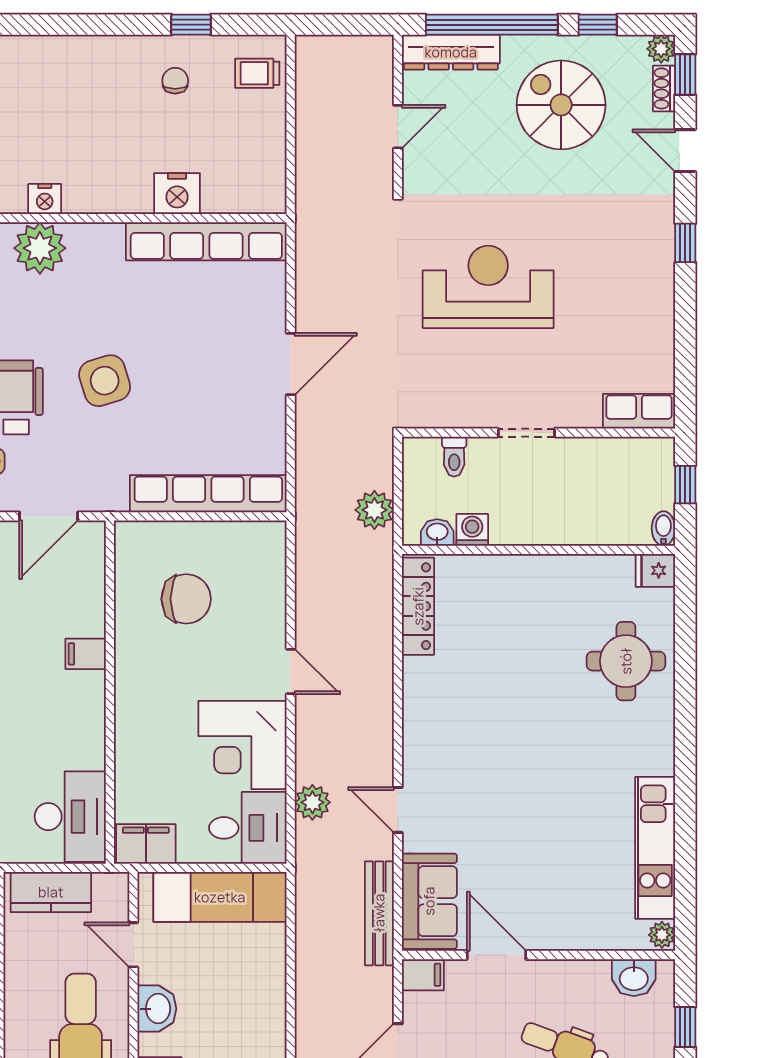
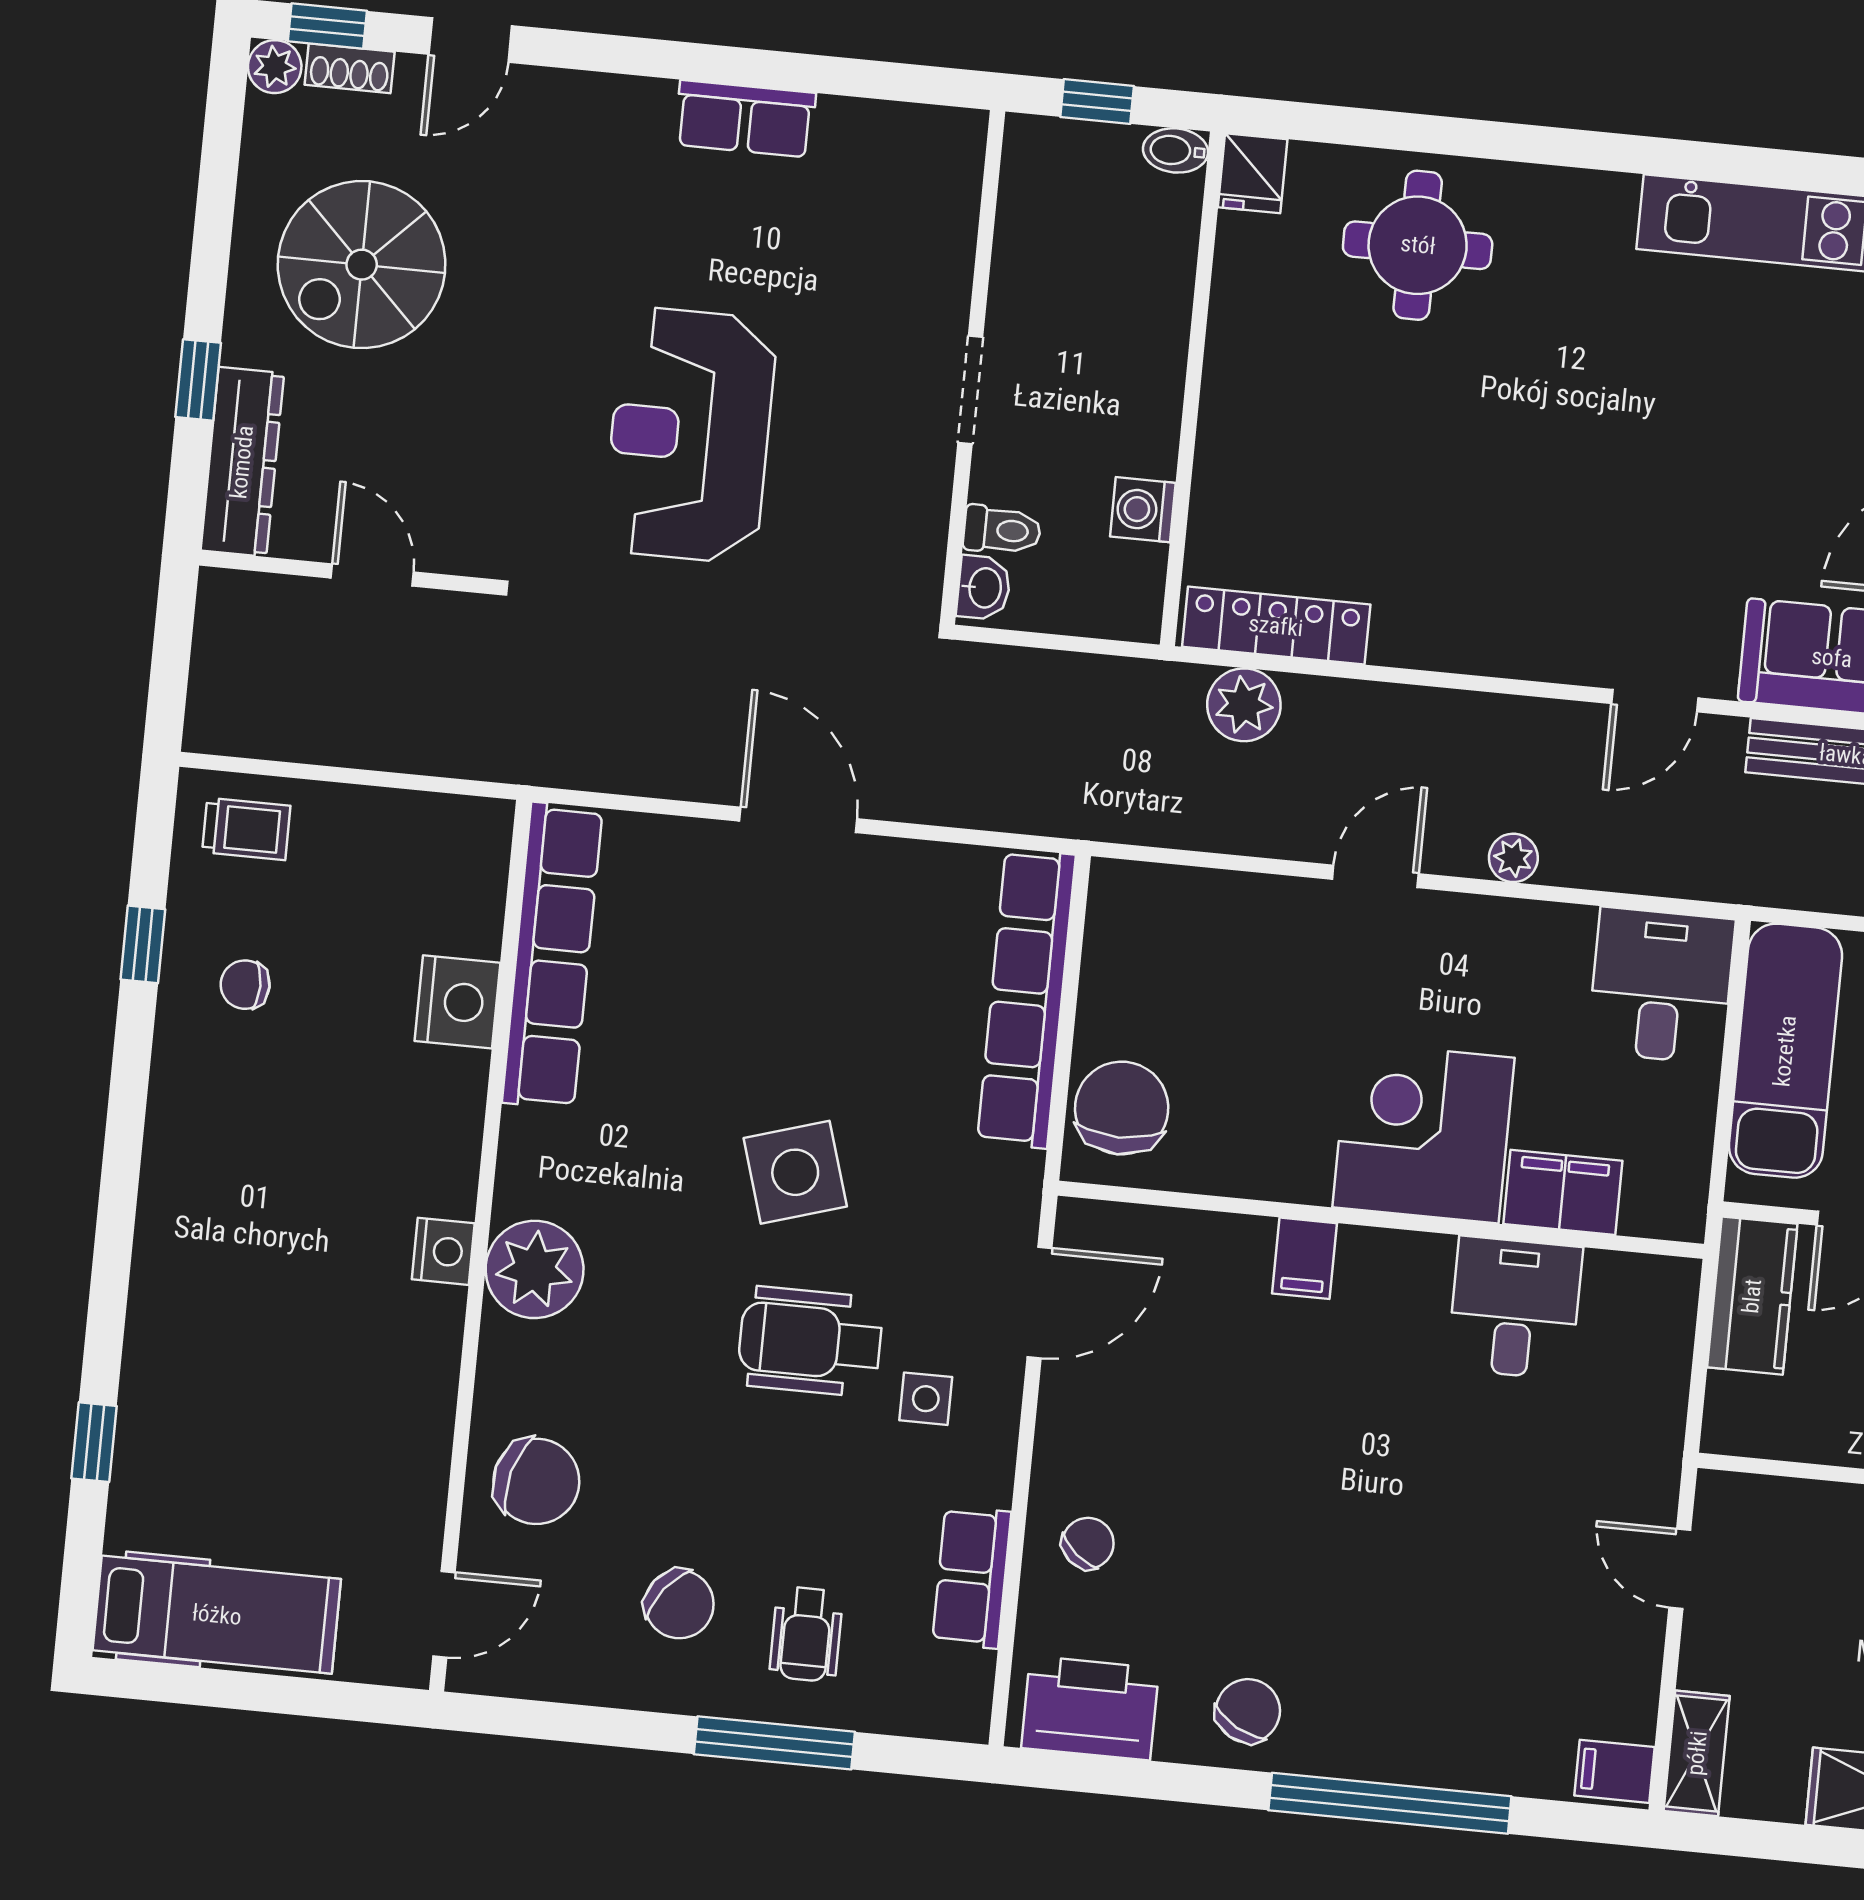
window: (492, 25) -> (198, 380), width x0.32
window: (598, 25) -> (218, 181), removed
trolley: (257, 73) -> (246, 829), turned -90
window: (685, 243) -> (644, 57), removed
row of seats: (639, 411) -> (745, 119), moved, turned -90
plant: (374, 510) -> (1244, 705), moved
door: (49, 516) -> (1039, 1302), hinge flipped
washbasin: (437, 532) -> (984, 588), moved, turned 180
chair: (186, 599) -> (1122, 1108), moved
corner desk: (242, 745) -> (1423, 1133), moved, turned 180
plant: (312, 802) -> (1513, 858), moved, width x0.73, depth x0.73
desk: (70, 817) -> (1515, 1308), moved, width x0.73
filing cabinet: (146, 844) -> (1563, 1192), moved, turned 90
kitchen counter: (51, 892) -> (1752, 1296), moved

